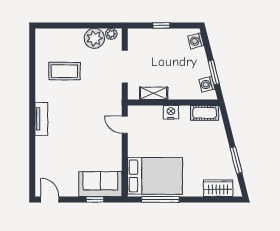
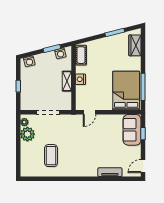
shelving: (154, 93) -> (67, 81), moved
tv unit: (41, 119) -> (110, 172), moved

